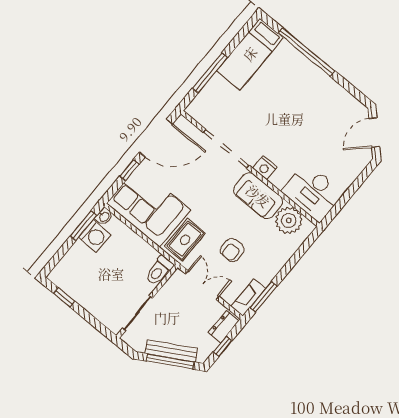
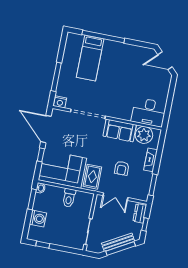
bed: (250, 54) -> (90, 58), moved
door: (374, 133) -> (165, 61), hinge flipped
door: (156, 138) -> (46, 129), swing flipped
nightstand: (265, 168) -> (60, 102), moved
washing machine: (95, 236) -> (38, 219), moved
toilet: (159, 270) -> (69, 198), moved
double door: (202, 285) -> (115, 197), swing flipped
fireplace: (248, 298) -> (151, 160), moved

